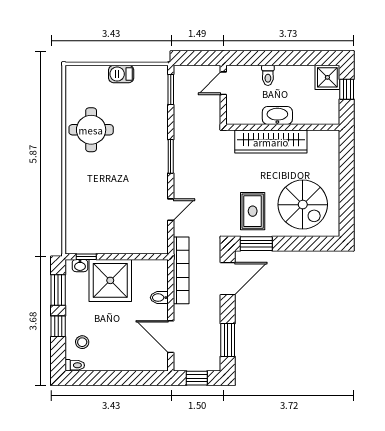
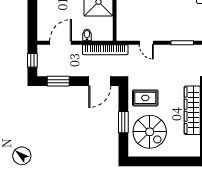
spiral stairs: (303, 205) -> (150, 132), turned -90
window: (256, 244) -> (123, 122), moved
door: (228, 279) -> (100, 81), hinge flipped

